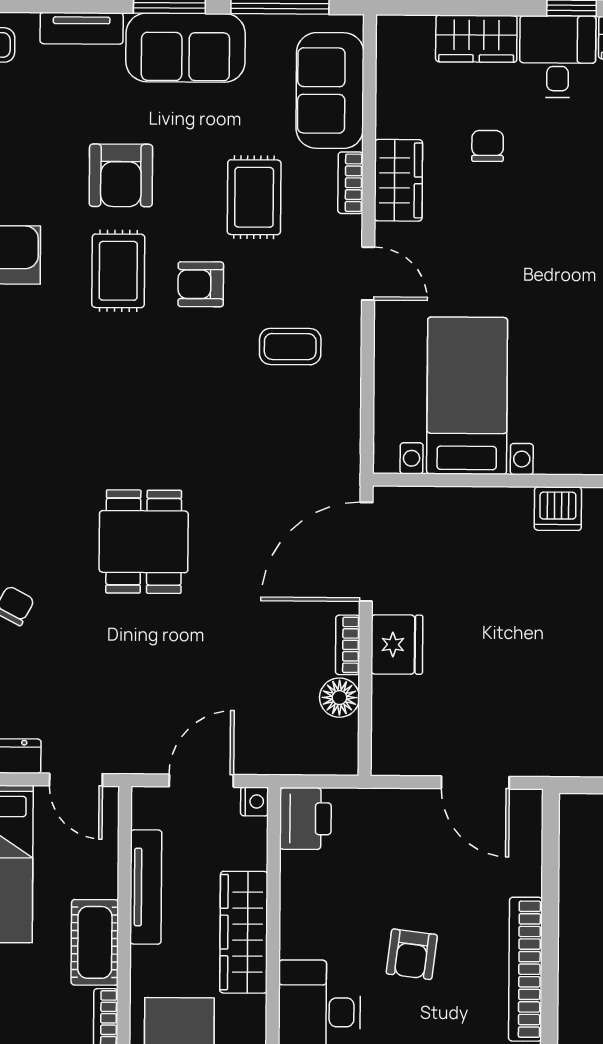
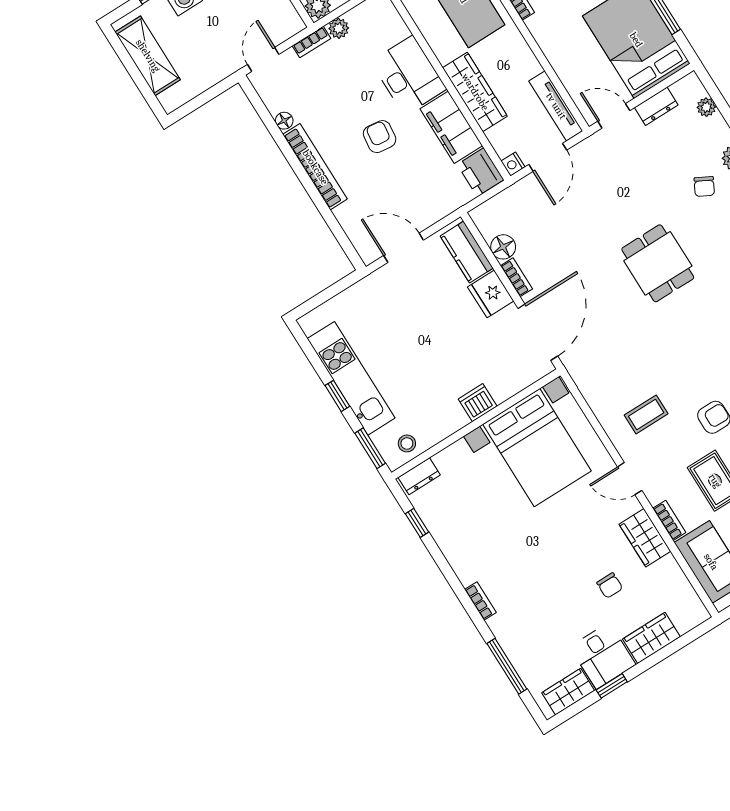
bed with nightstands: (467, 396) -> (537, 448), width x1.36
dishwasher: (558, 509) -> (478, 403), moved
kitchen counter: (393, 722) -> (467, 252), added
tv unit: (146, 887) -> (556, 106), moved
filing cabinet: (306, 905) -> (451, 127), added
cot: (95, 942) -> (550, 37), removed

